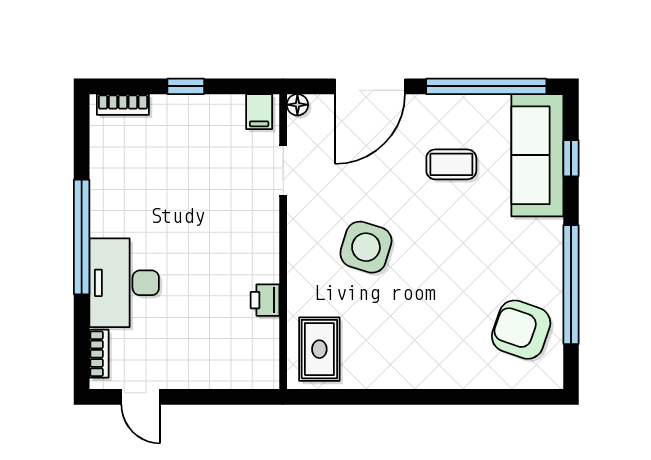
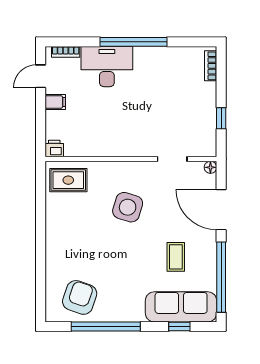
window: (186, 86) -> (221, 118), moved
filing cabinet: (259, 112) -> (55, 102), moved, turned 180
printer: (265, 300) -> (54, 148), moved

